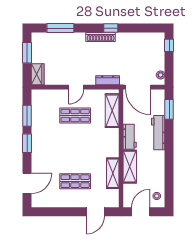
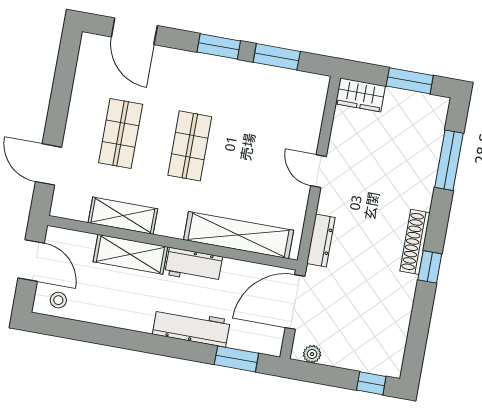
shelving: (112, 111) -> (239, 235), width x1.47
shop shelf: (75, 116) -> (190, 146), moved

